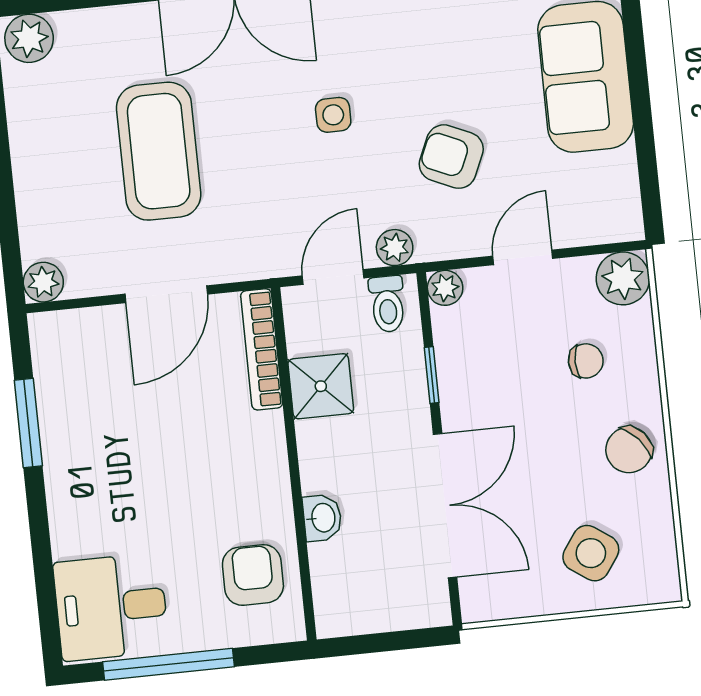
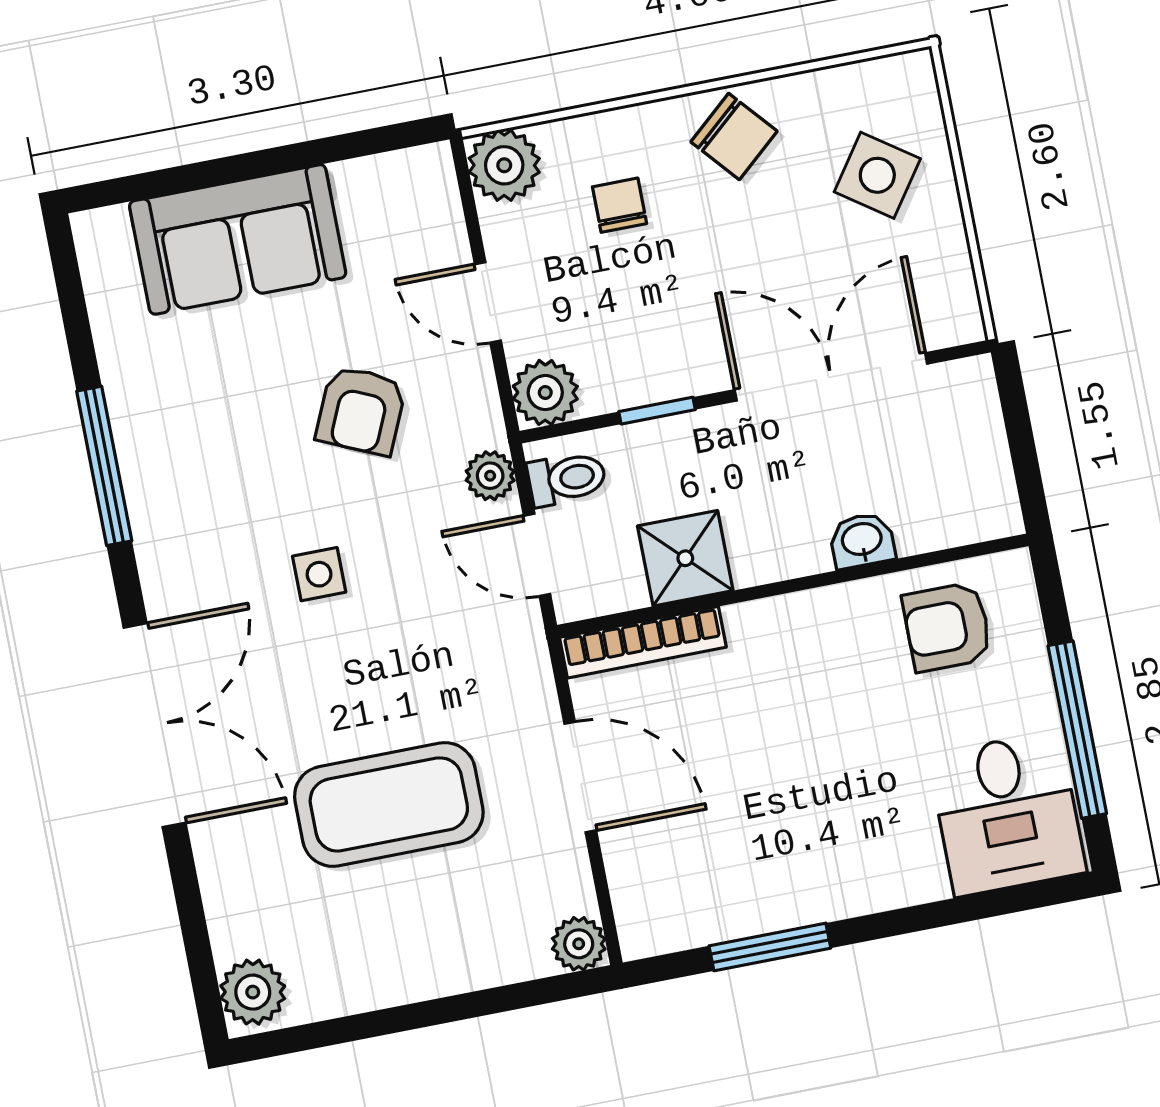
plant: (445, 288) -> (545, 393), width x1.38, depth x1.38

